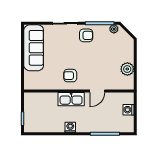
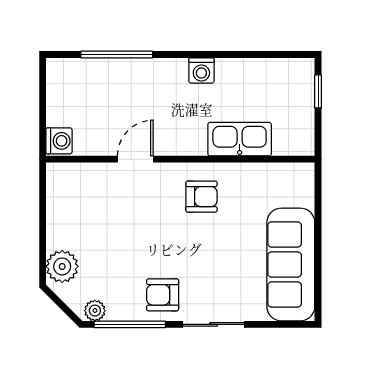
plant: (127, 69) -> (62, 266), moved
kitchen sink: (71, 99) -> (240, 139), moved
washing machine: (129, 110) -> (59, 141), moved

